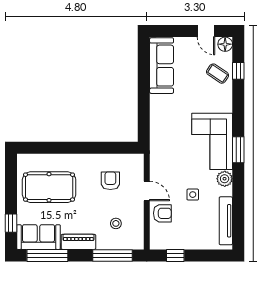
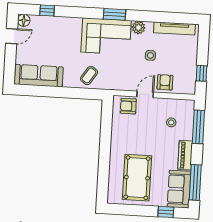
coffee table: (218, 74) -> (89, 75), moved
armchair: (110, 181) -> (128, 106), moved

